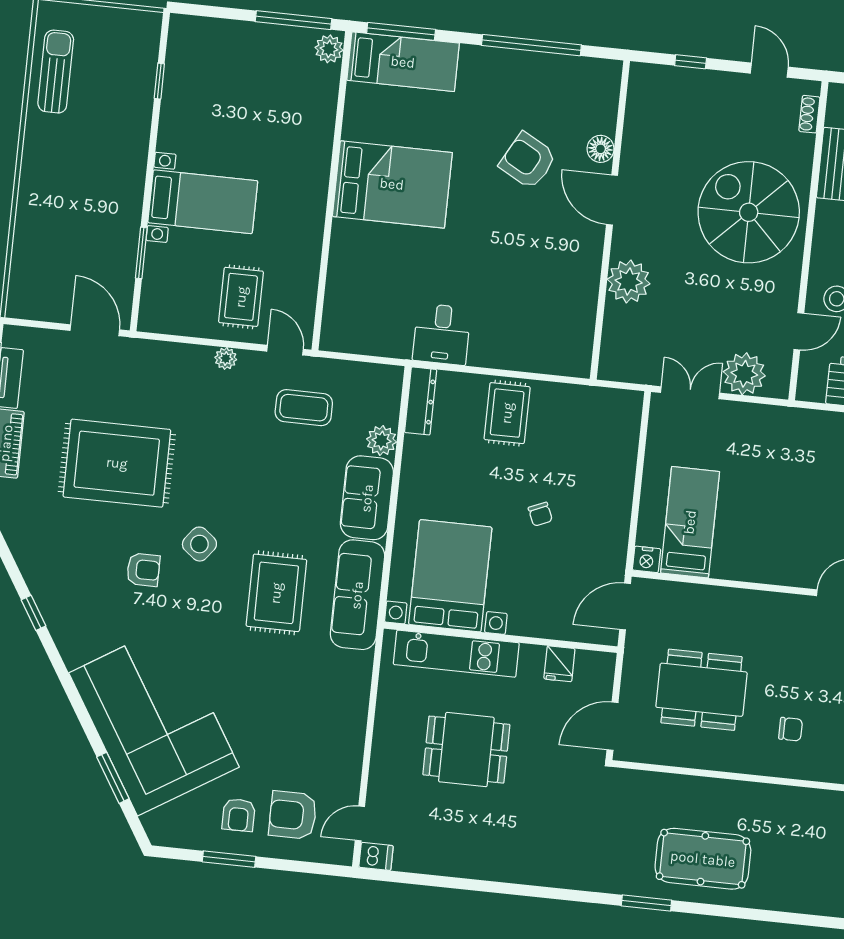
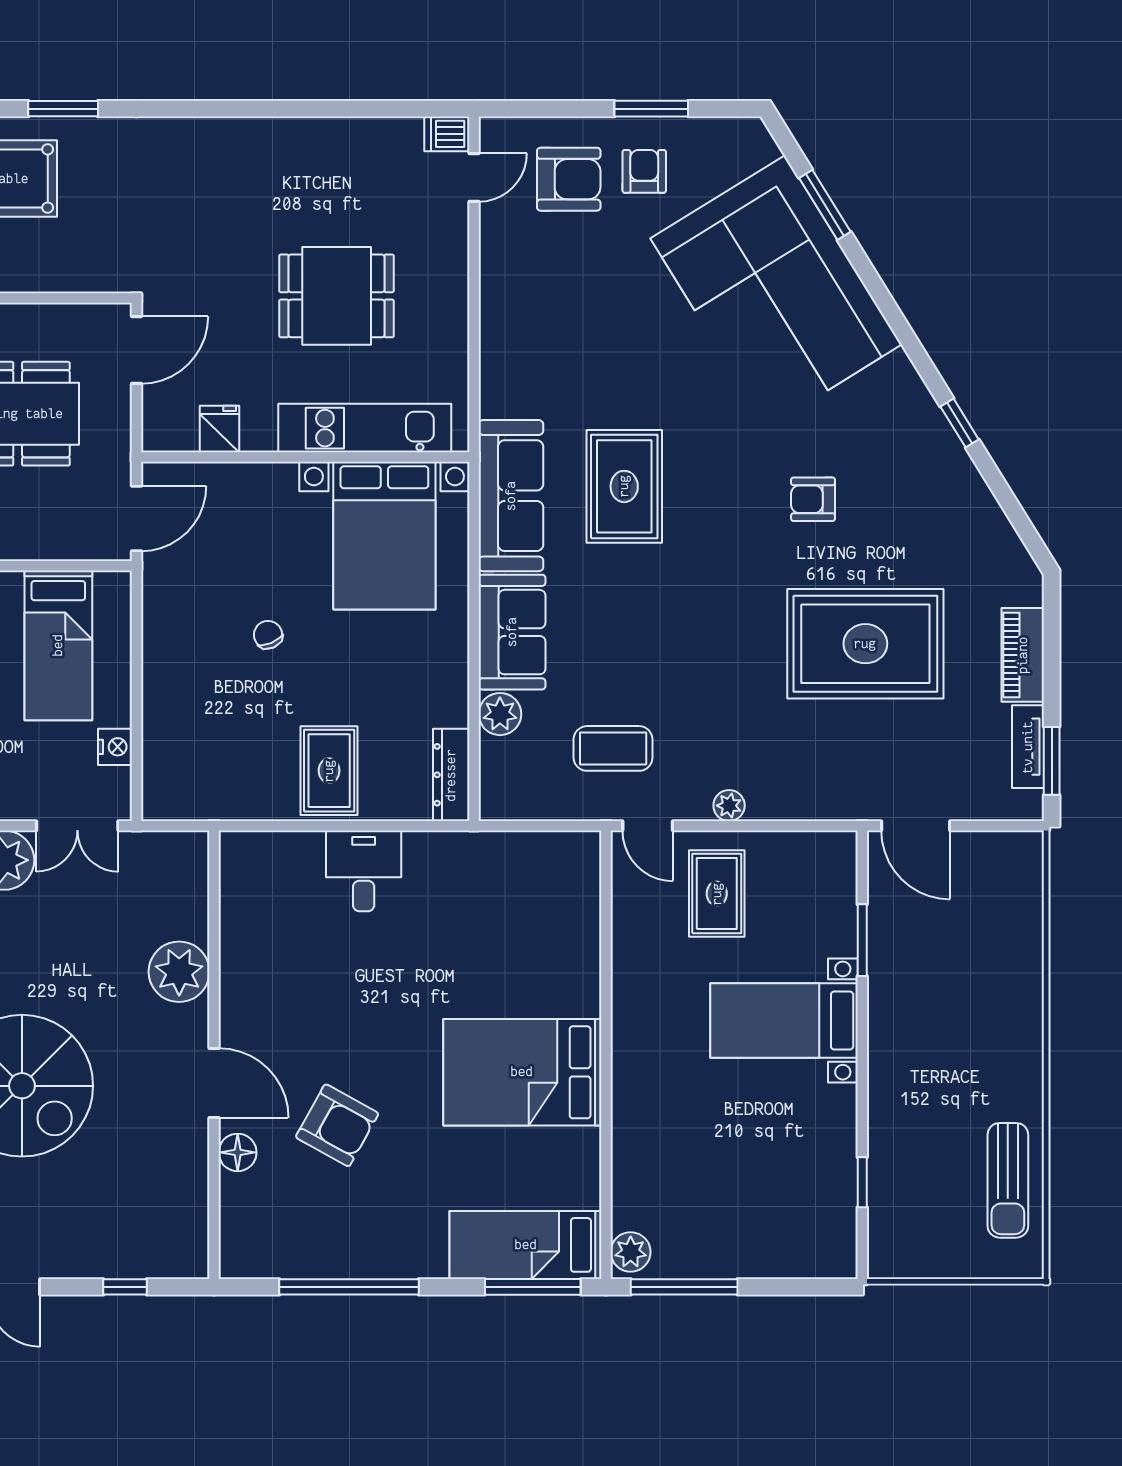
desk: (442, 334) -> (364, 871), moved
side table: (199, 544) -> (738, 543), removed
nightstand: (646, 559) -> (115, 747), moved, turned 90

